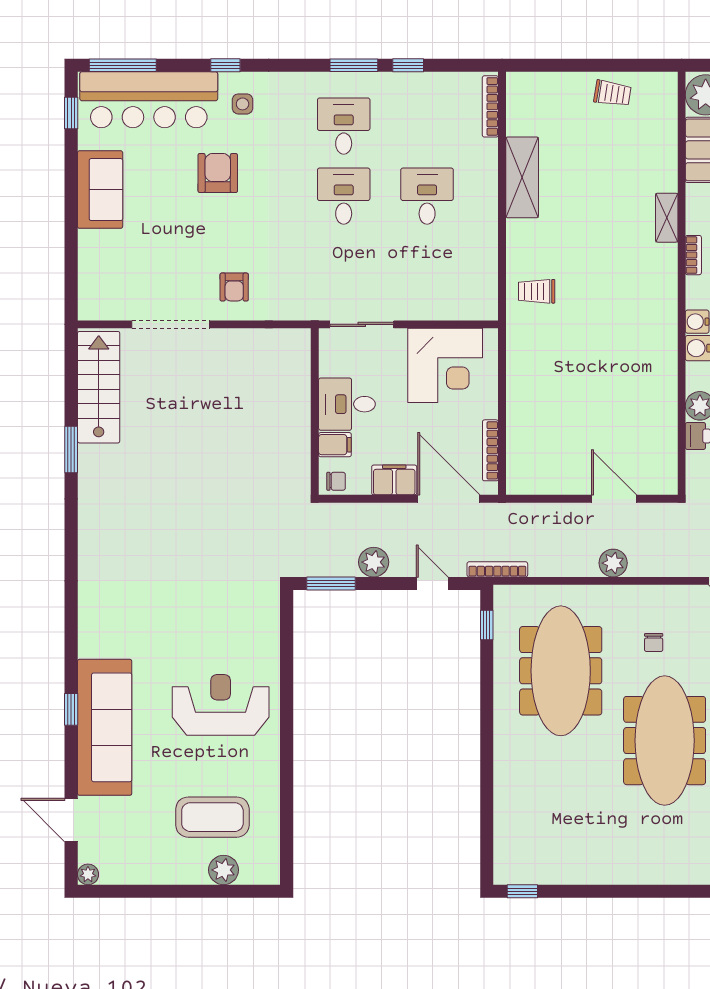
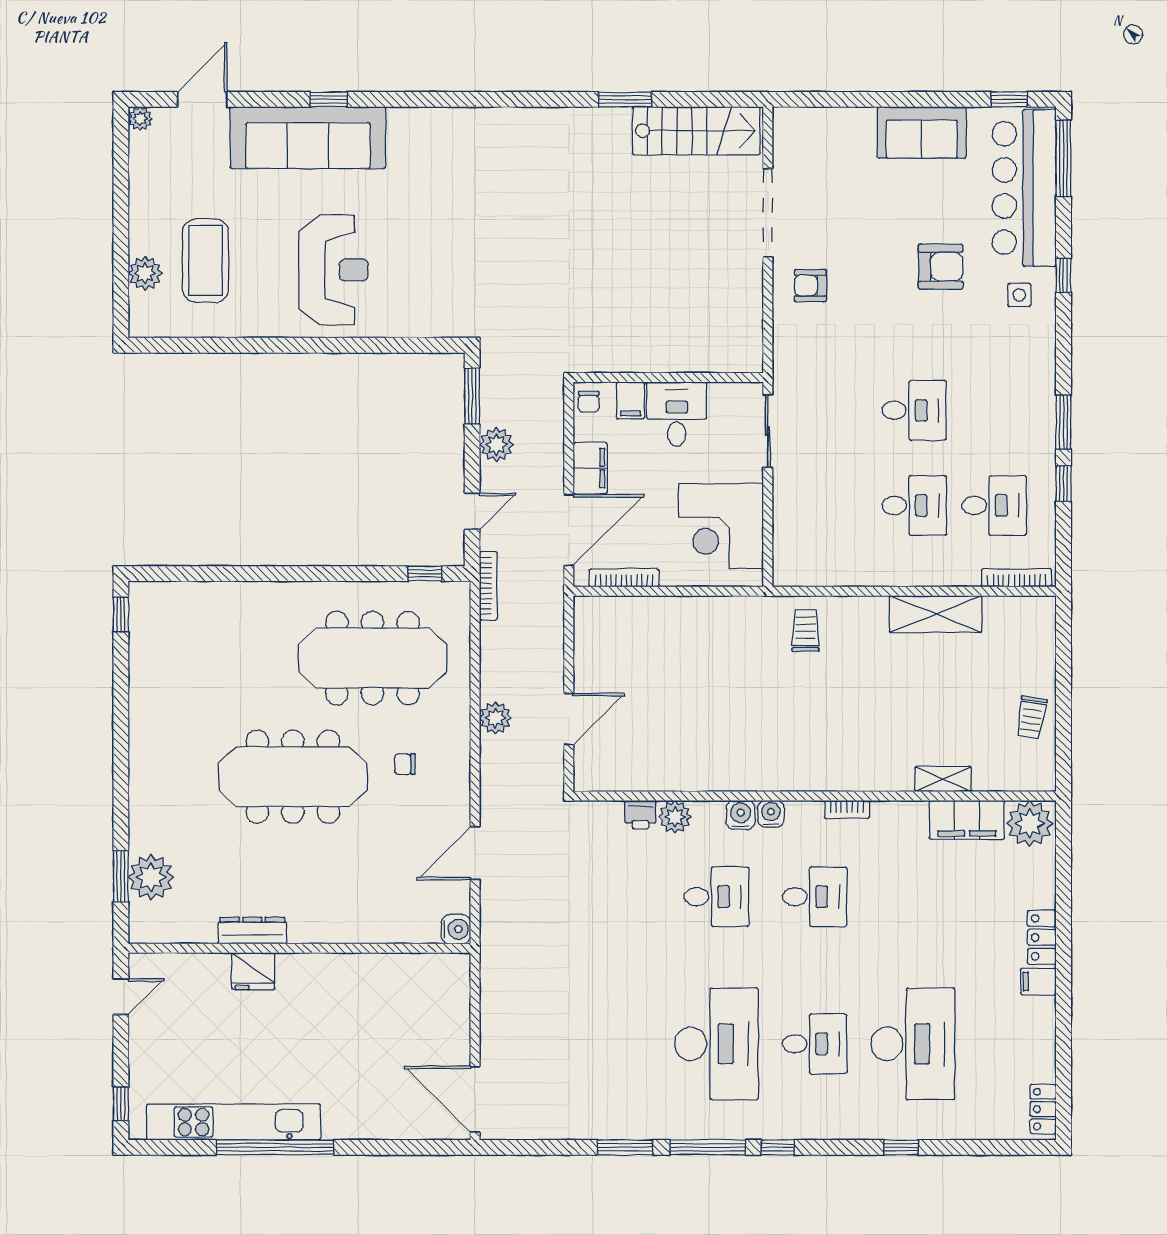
desk: (344, 126) -> (994, 506), moved
shelving: (667, 218) -> (943, 779), moved

